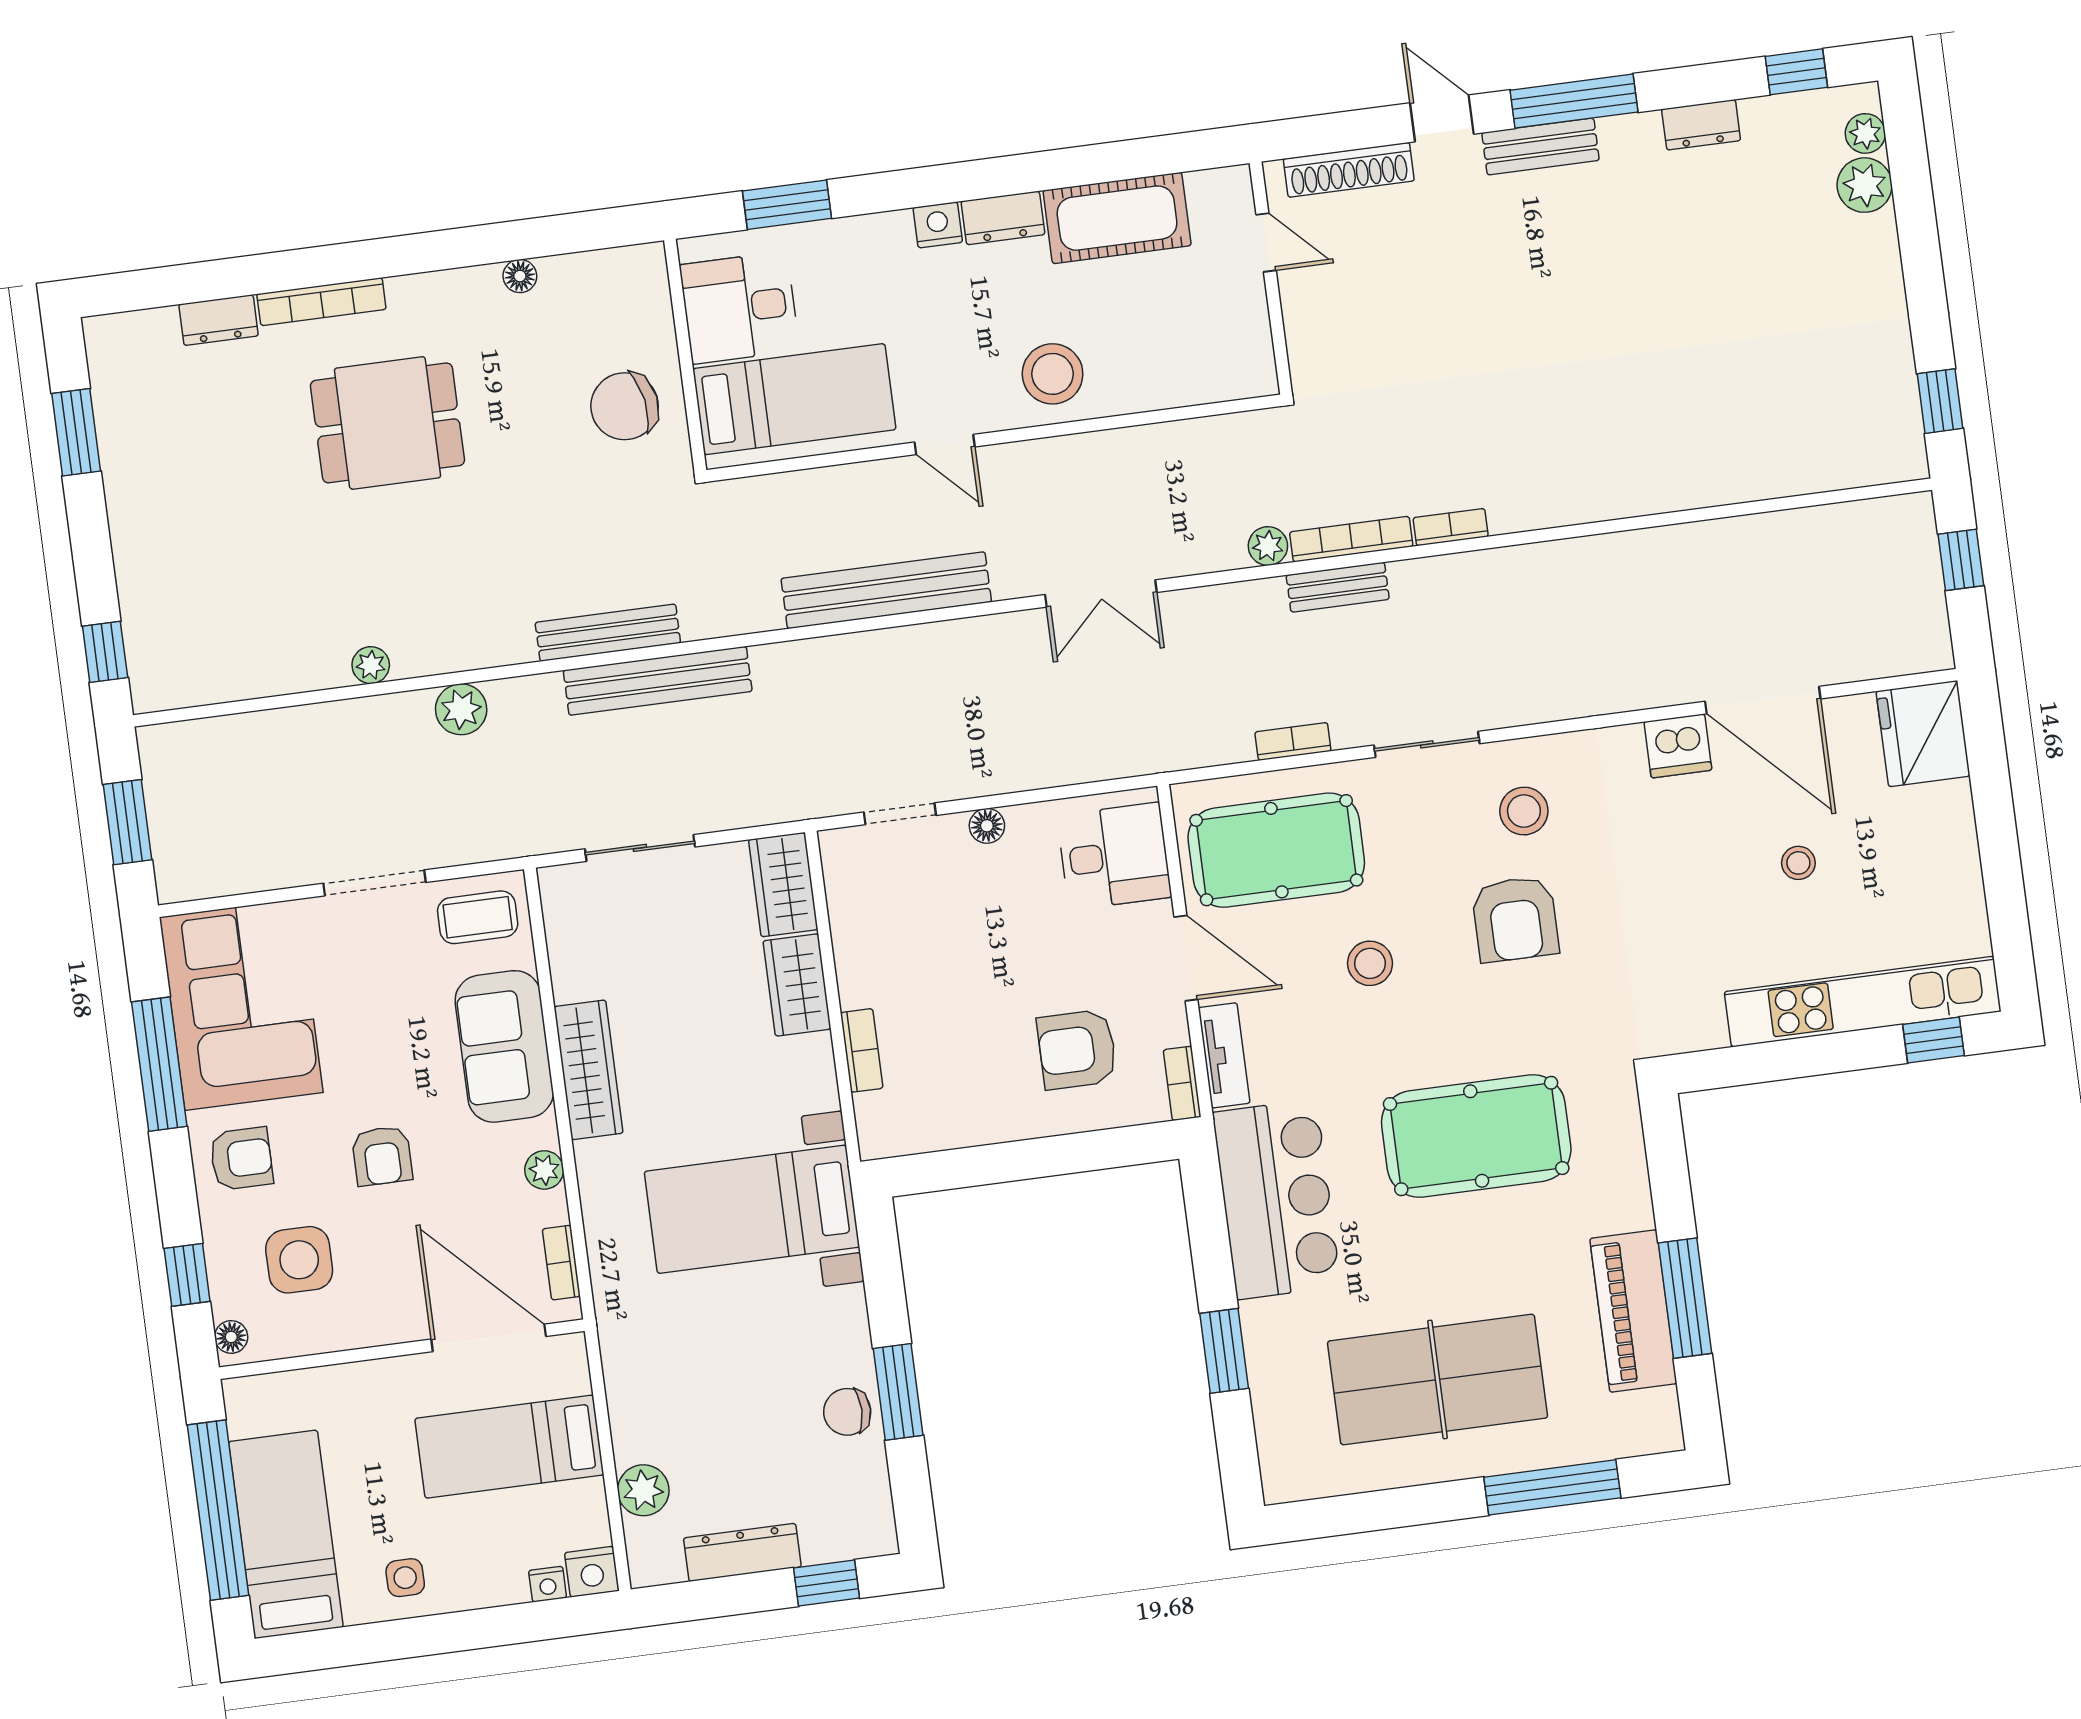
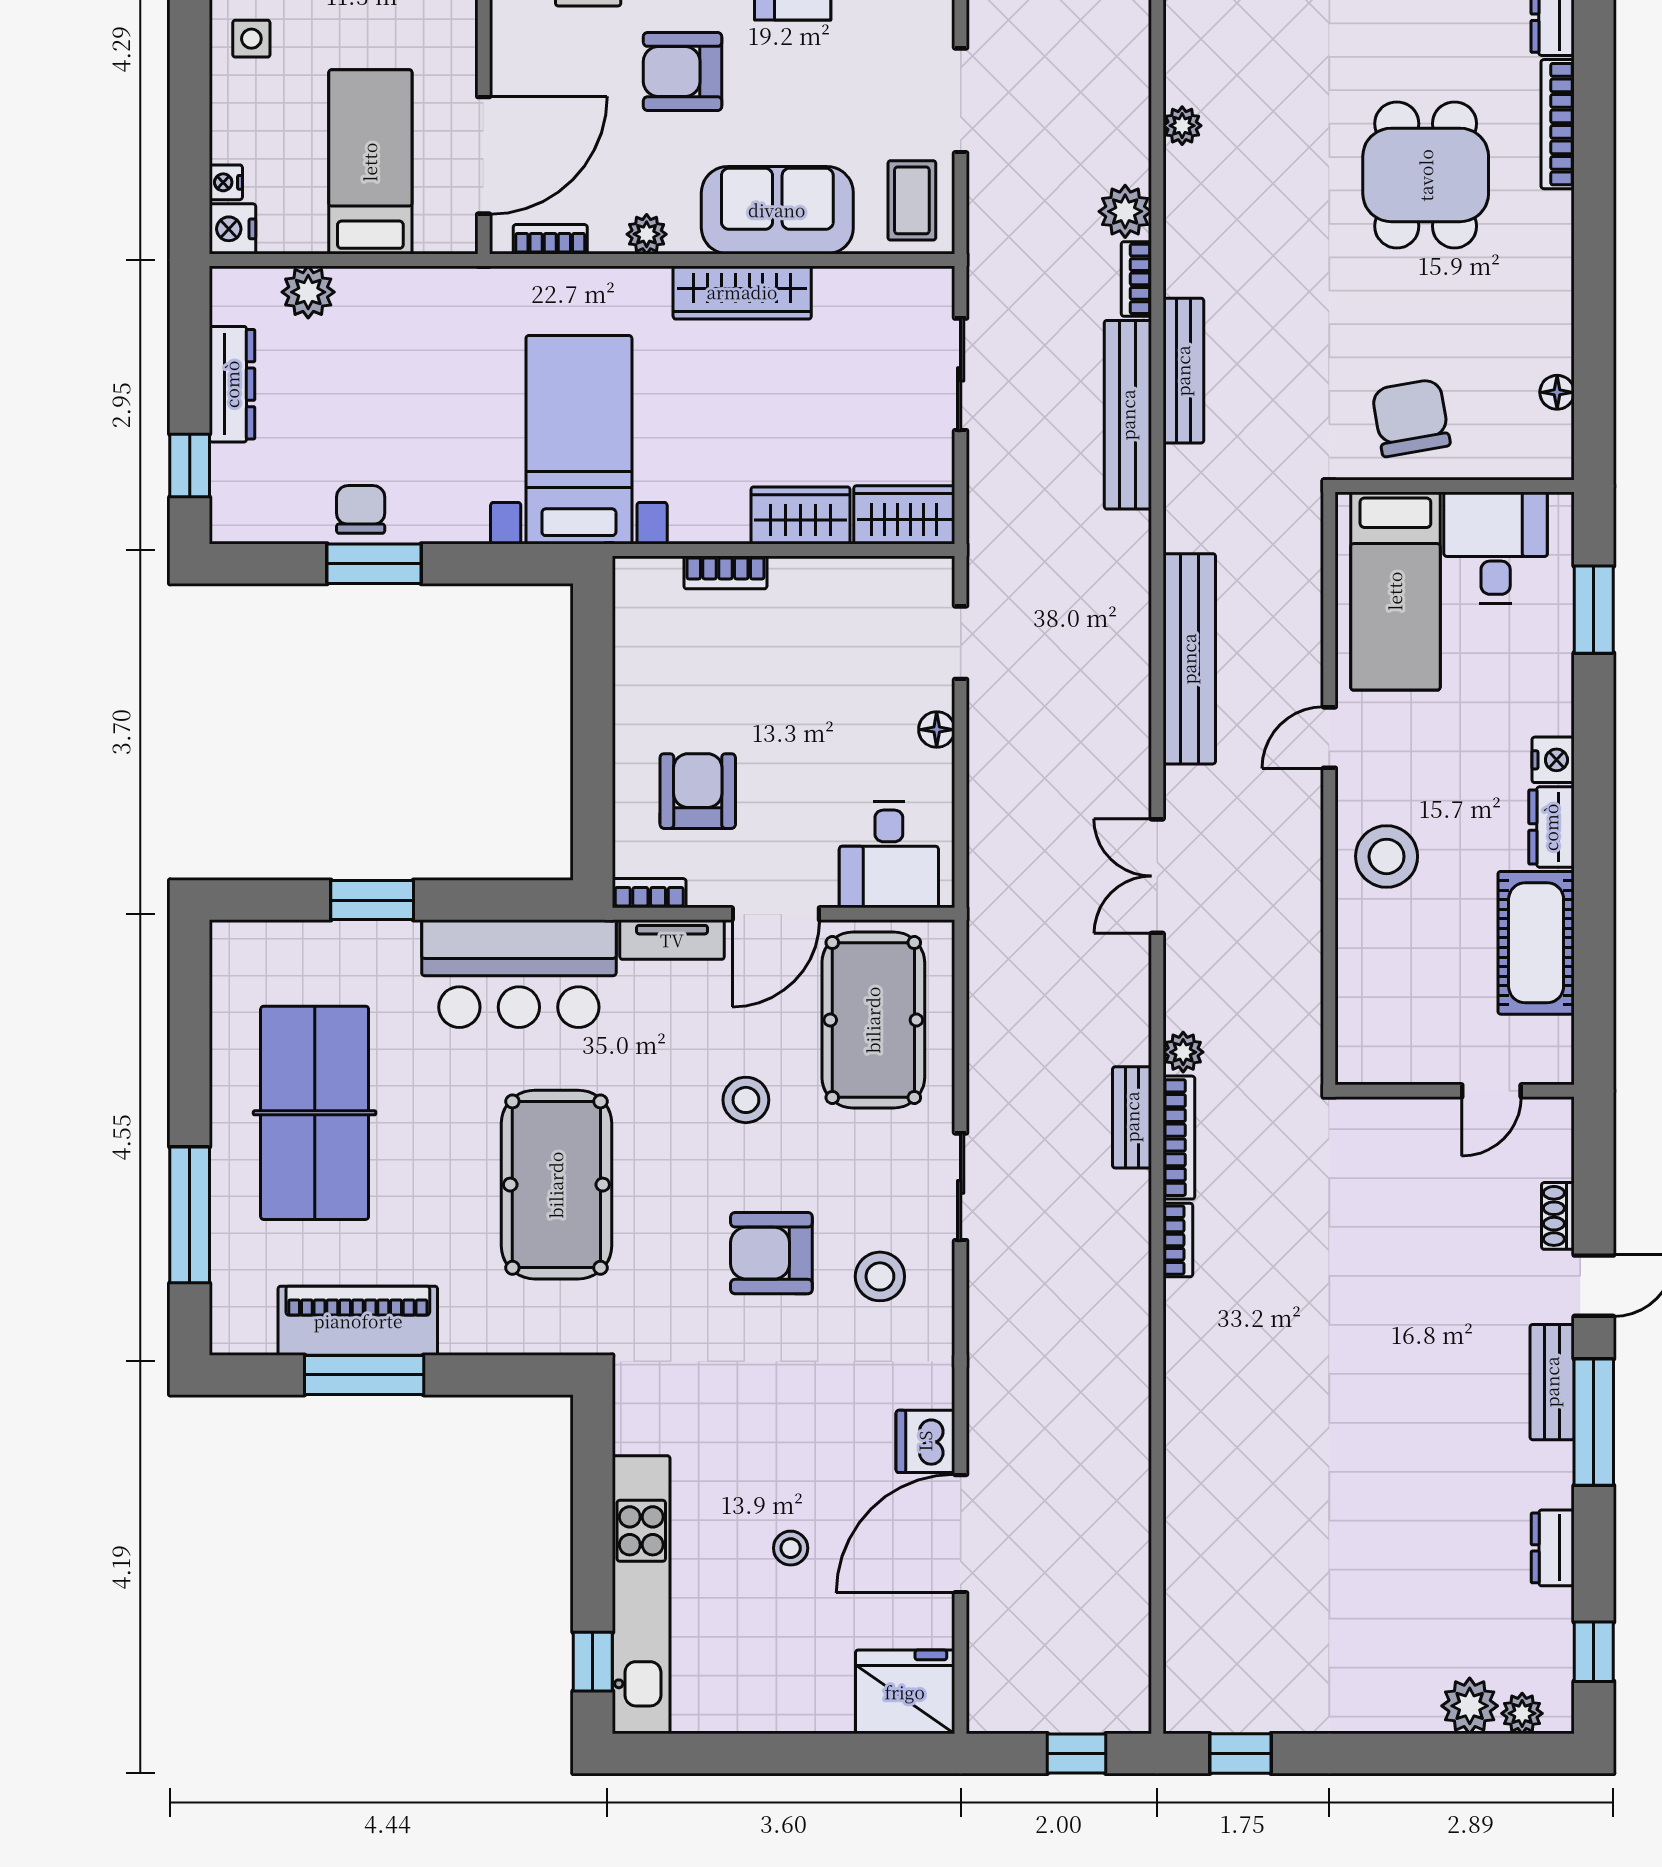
shoe rack: (1349, 170) -> (1558, 1216), width x0.51, depth x0.81
floor lamp: (520, 276) -> (1557, 392), moved
bookcase: (1293, 741) -> (1136, 279), moved, turned 180
armchair: (382, 1156) -> (683, 72), width x1.38, depth x1.38

